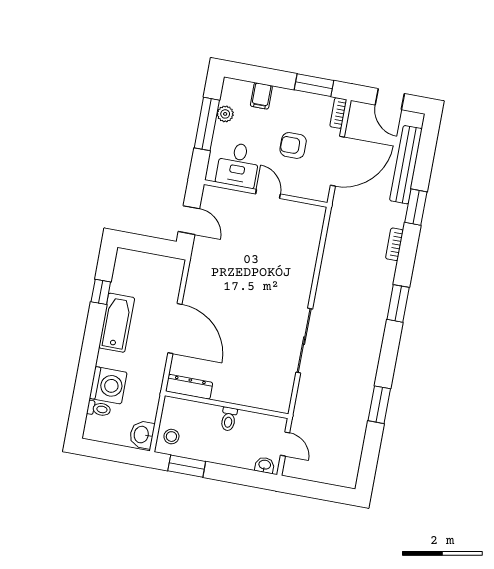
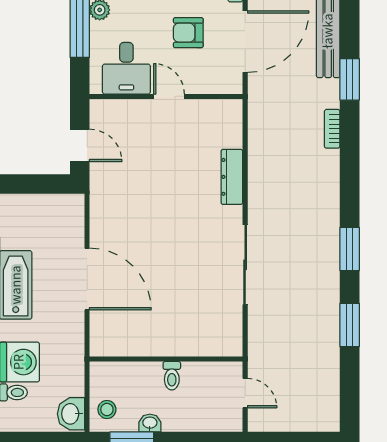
window: (398, 303) -> (350, 249), moved
dresser: (189, 387) -> (232, 177), moved, turned -90
washbasin: (265, 465) -> (150, 423), moved

